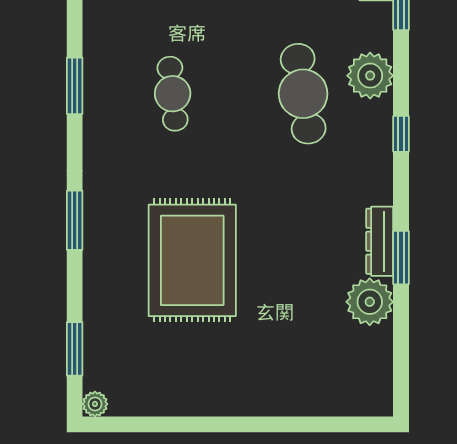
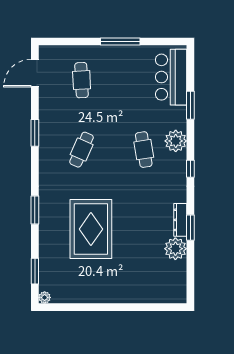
window: (75, 86) -> (35, 133), moved
cafe table: (173, 94) -> (82, 150), turned 30
cafe table: (303, 94) -> (144, 150), width x0.73, depth x0.74

